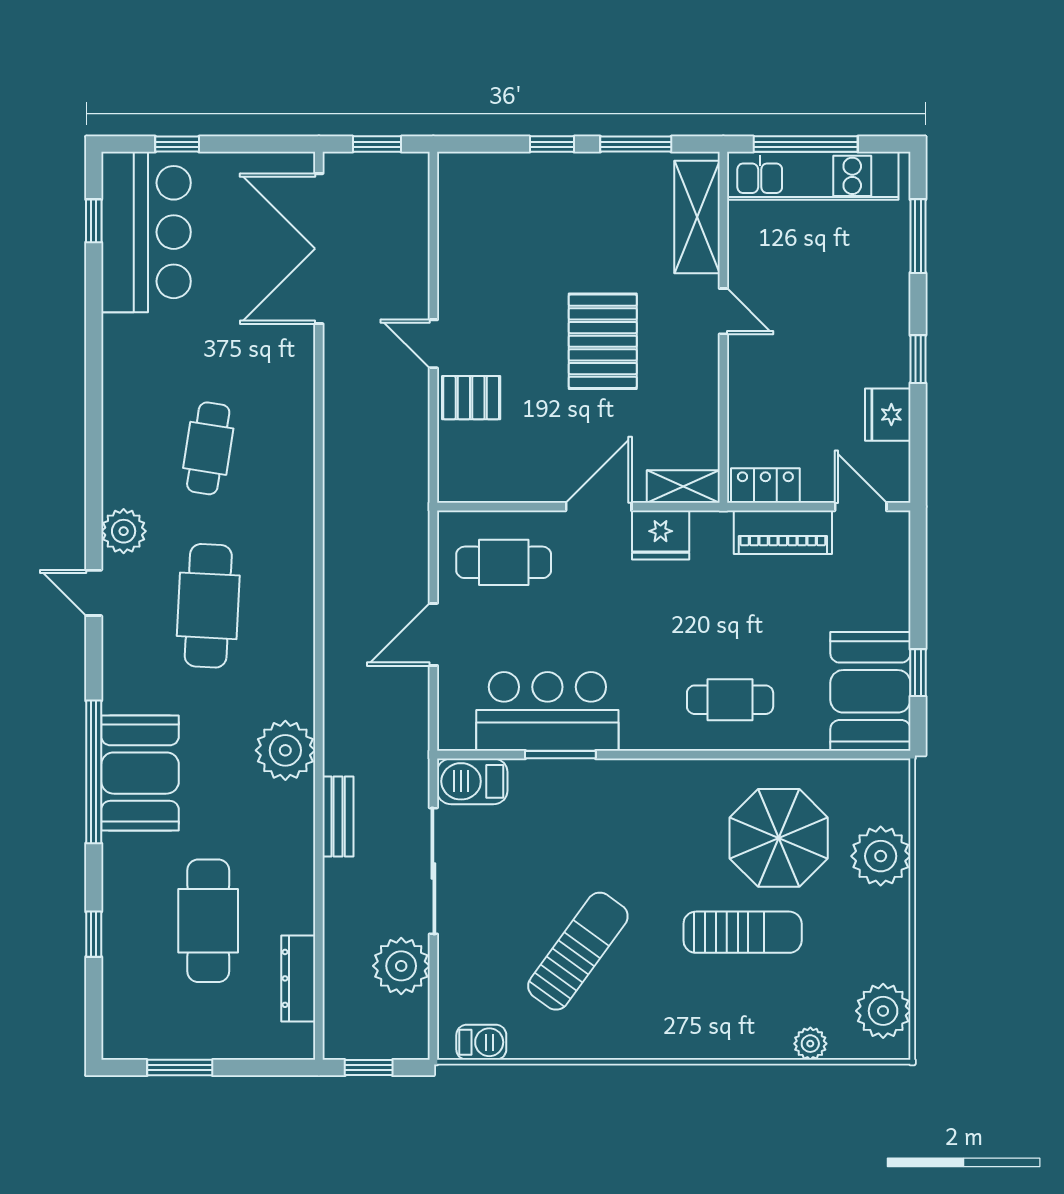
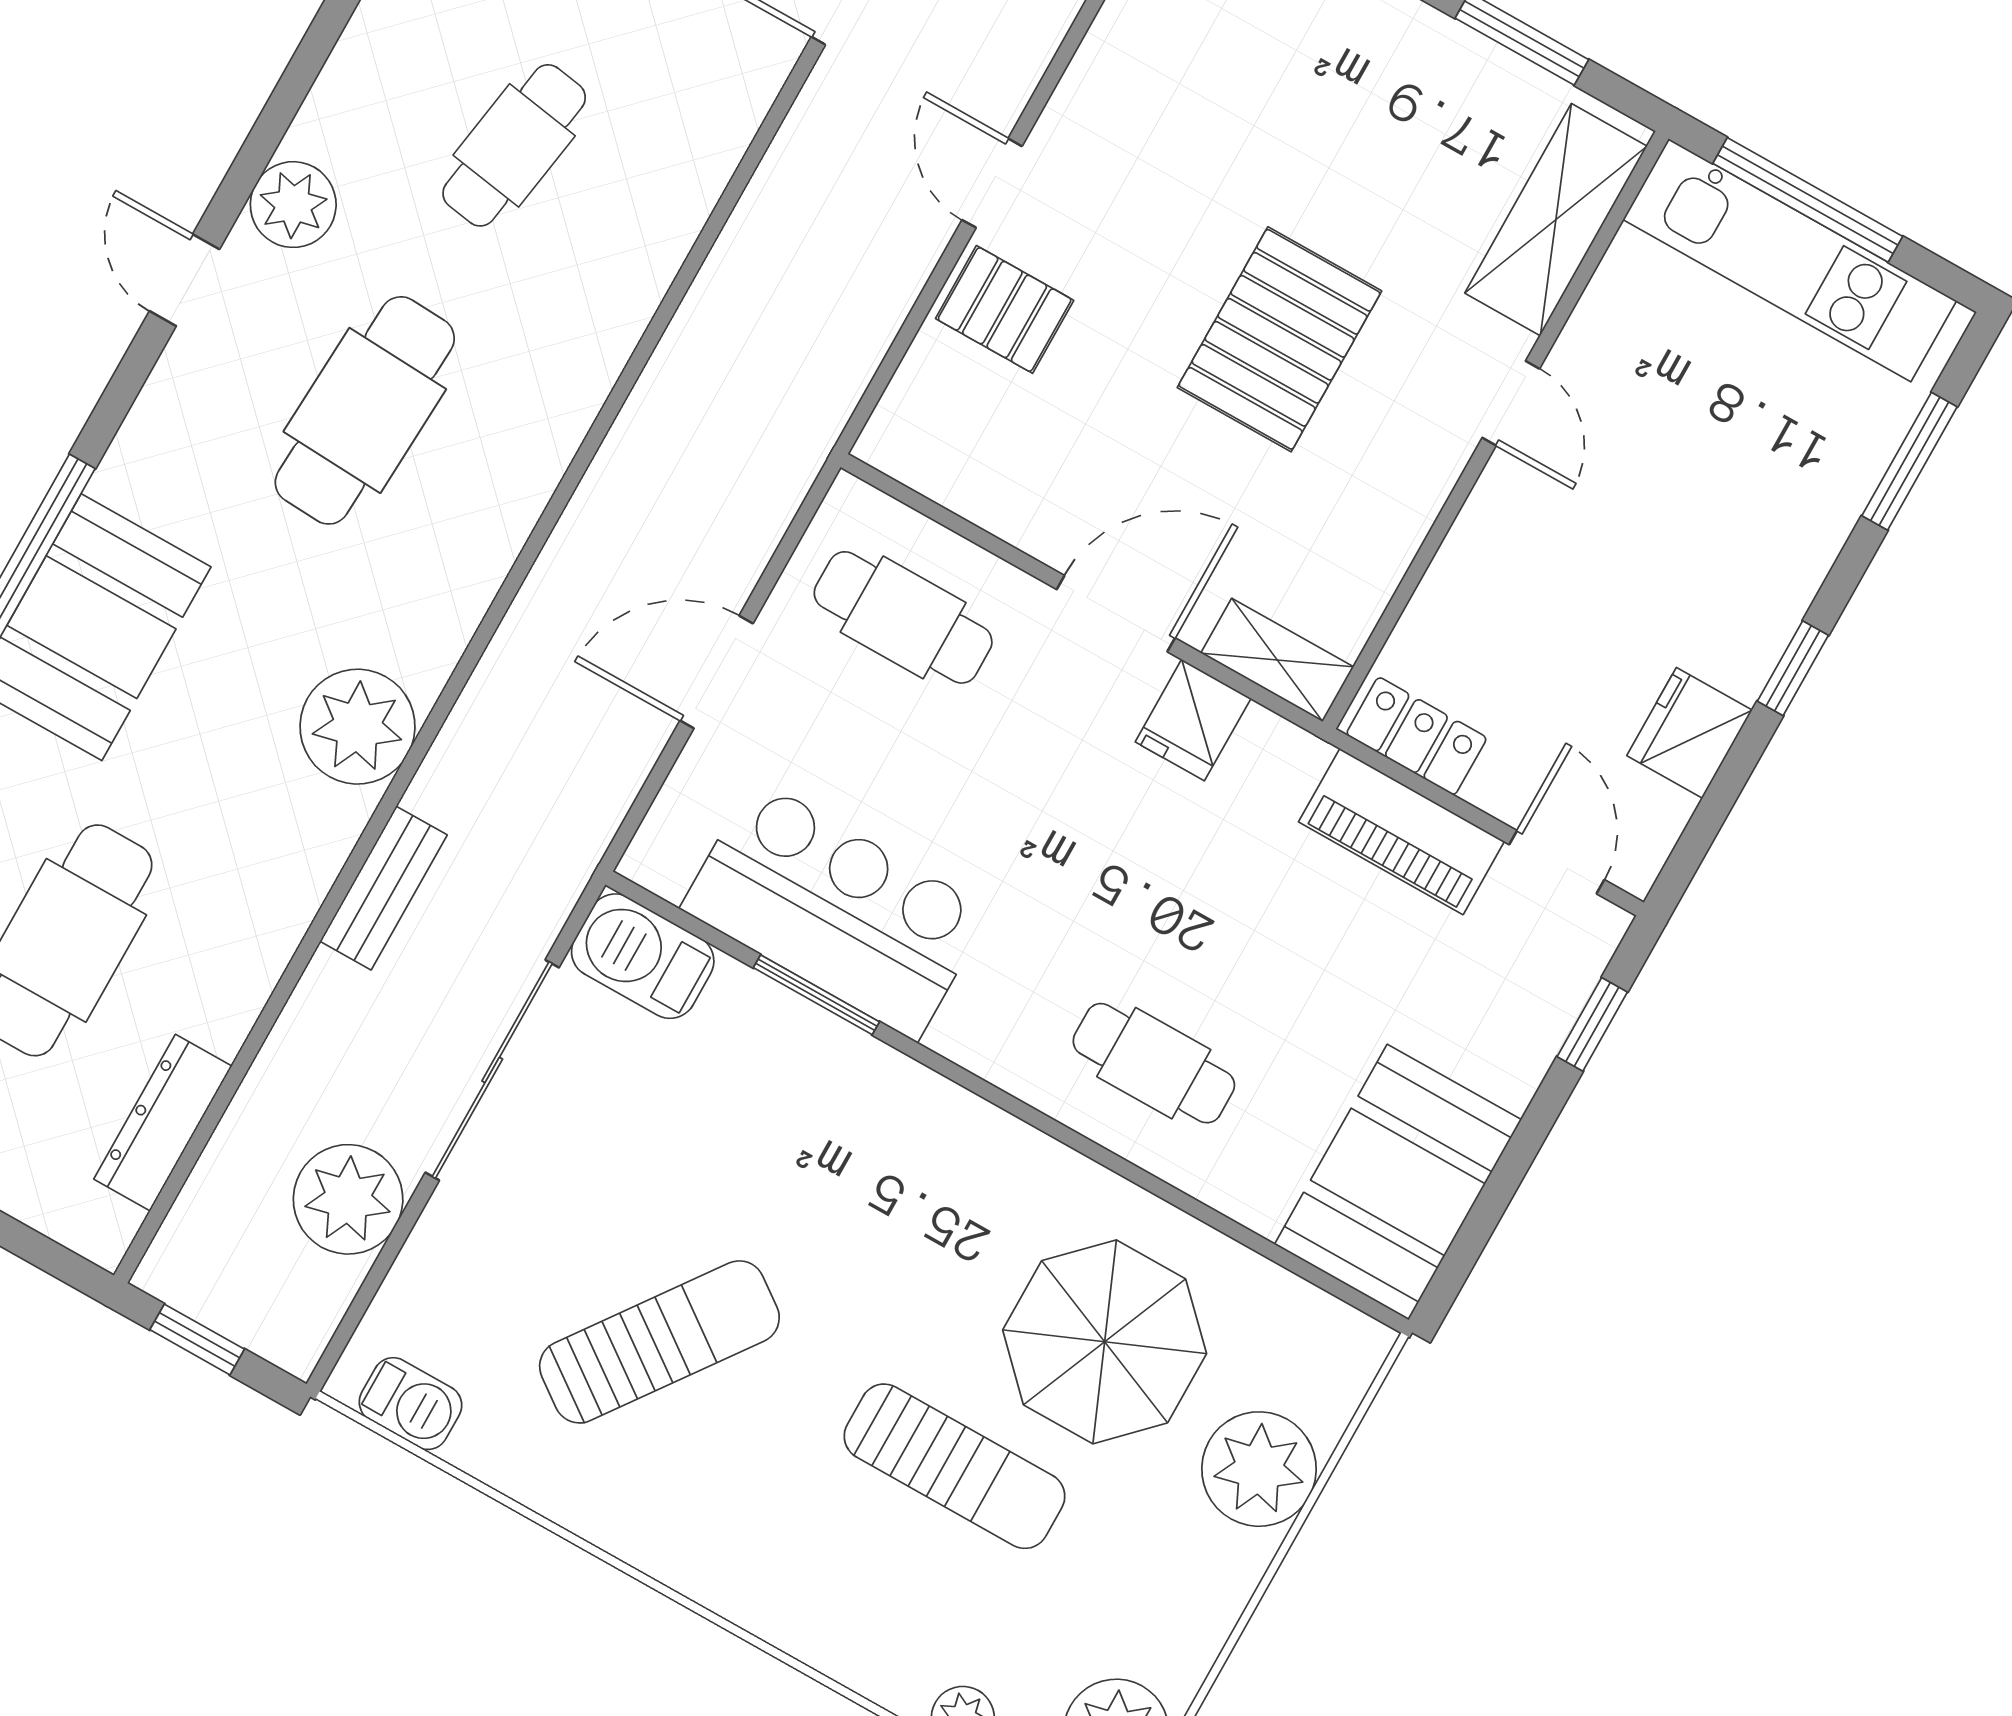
fridge: (661, 535) -> (1193, 720), width x0.72
window: (918, 673) -> (1592, 1024), moved

